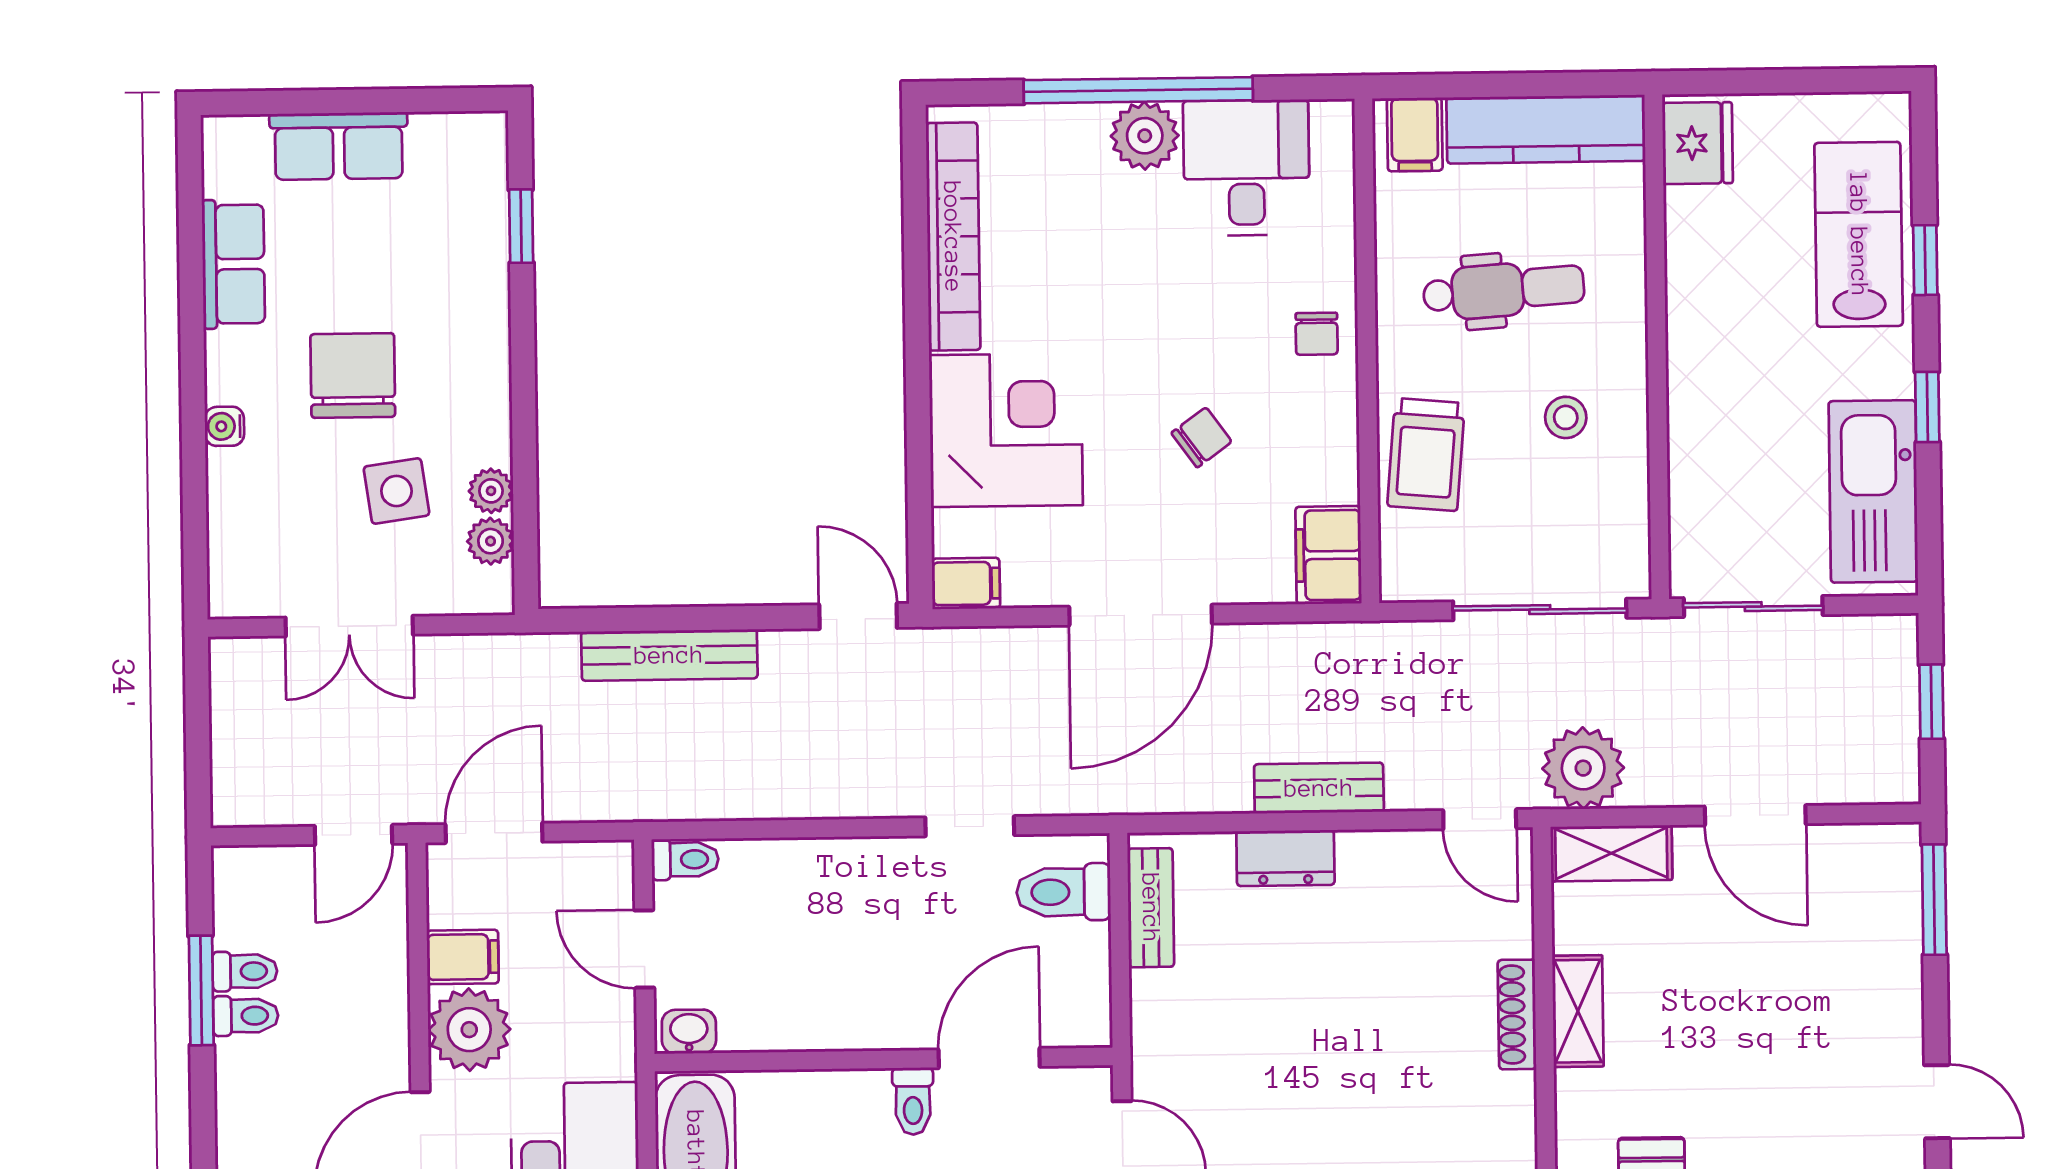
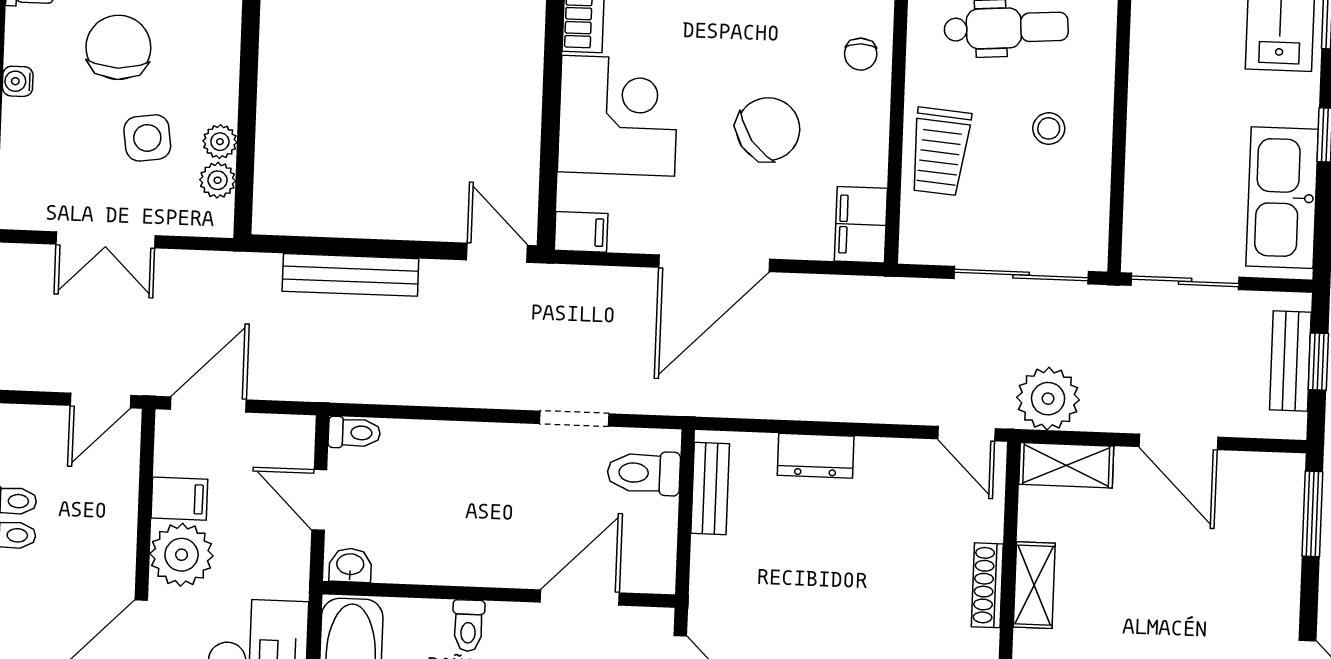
chair: (1202, 437) -> (768, 129), width x1.87, depth x1.87
bench: (1319, 788) -> (1290, 361), moved, turned 90
toilet: (913, 1101) -> (468, 626), moved

